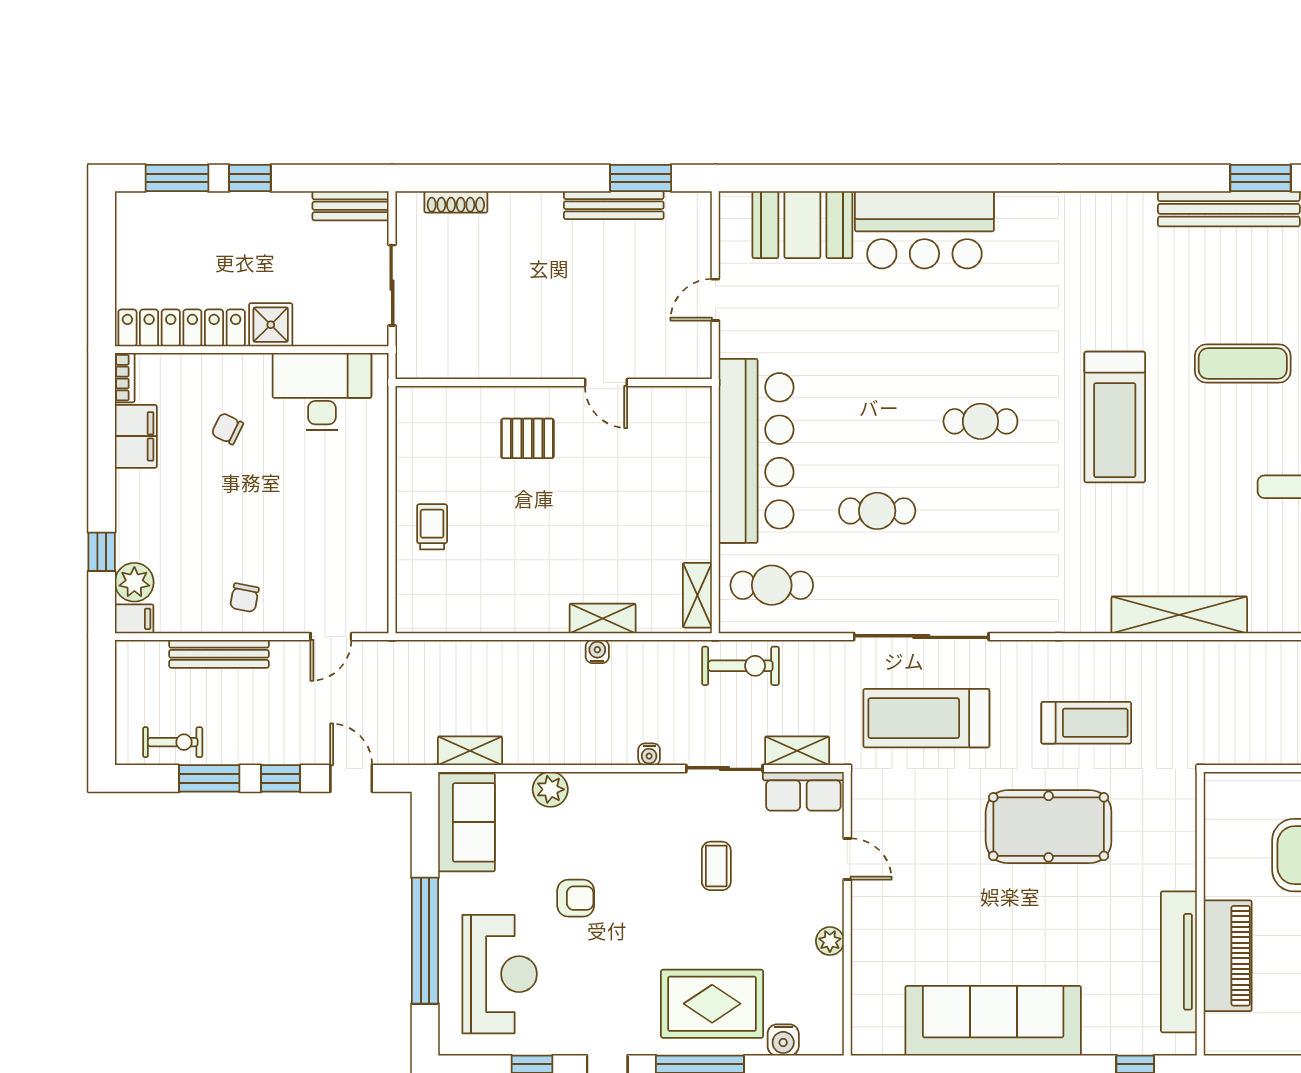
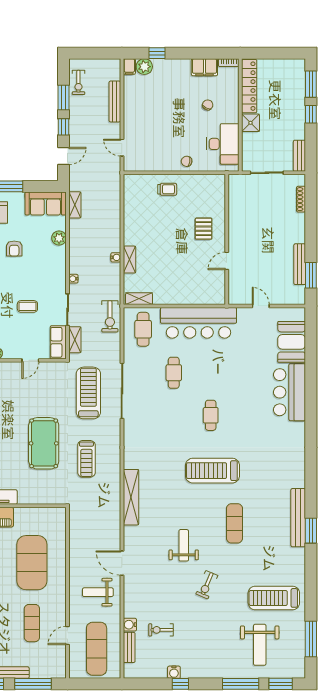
chair: (244, 598) -> (187, 161), moved

